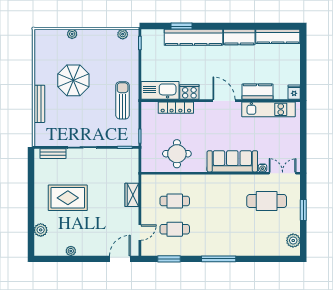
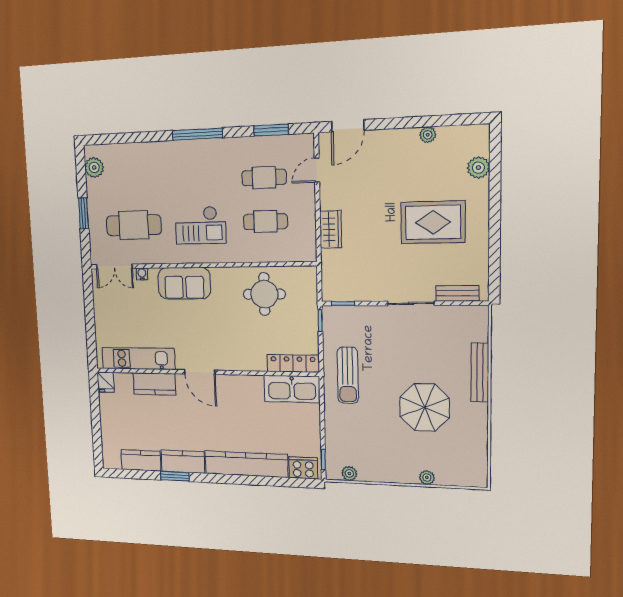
window: (181, 26) -> (175, 476), moved
kitchen counter: (278, 36) -> (141, 460), width x0.67
cooker: (189, 92) -> (303, 468), moved, turned 180
locker: (176, 108) -> (293, 363), moved
sofa: (232, 161) -> (184, 283), width x0.73
checkout: (219, 200) -> (200, 225), added

